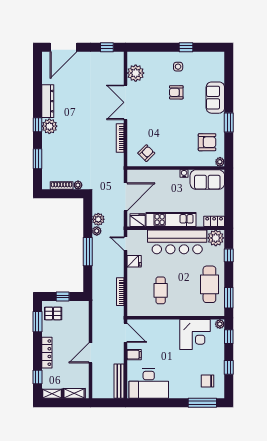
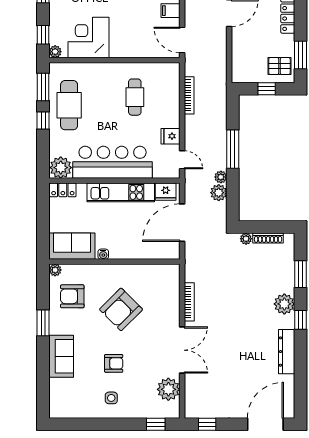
window: (186, 47) -> (156, 424), moved
plant: (49, 126) -> (284, 304), moved
armchair: (146, 153) -> (121, 309), moved, width x1.88, depth x1.88
window: (229, 255) -> (43, 120), moved

